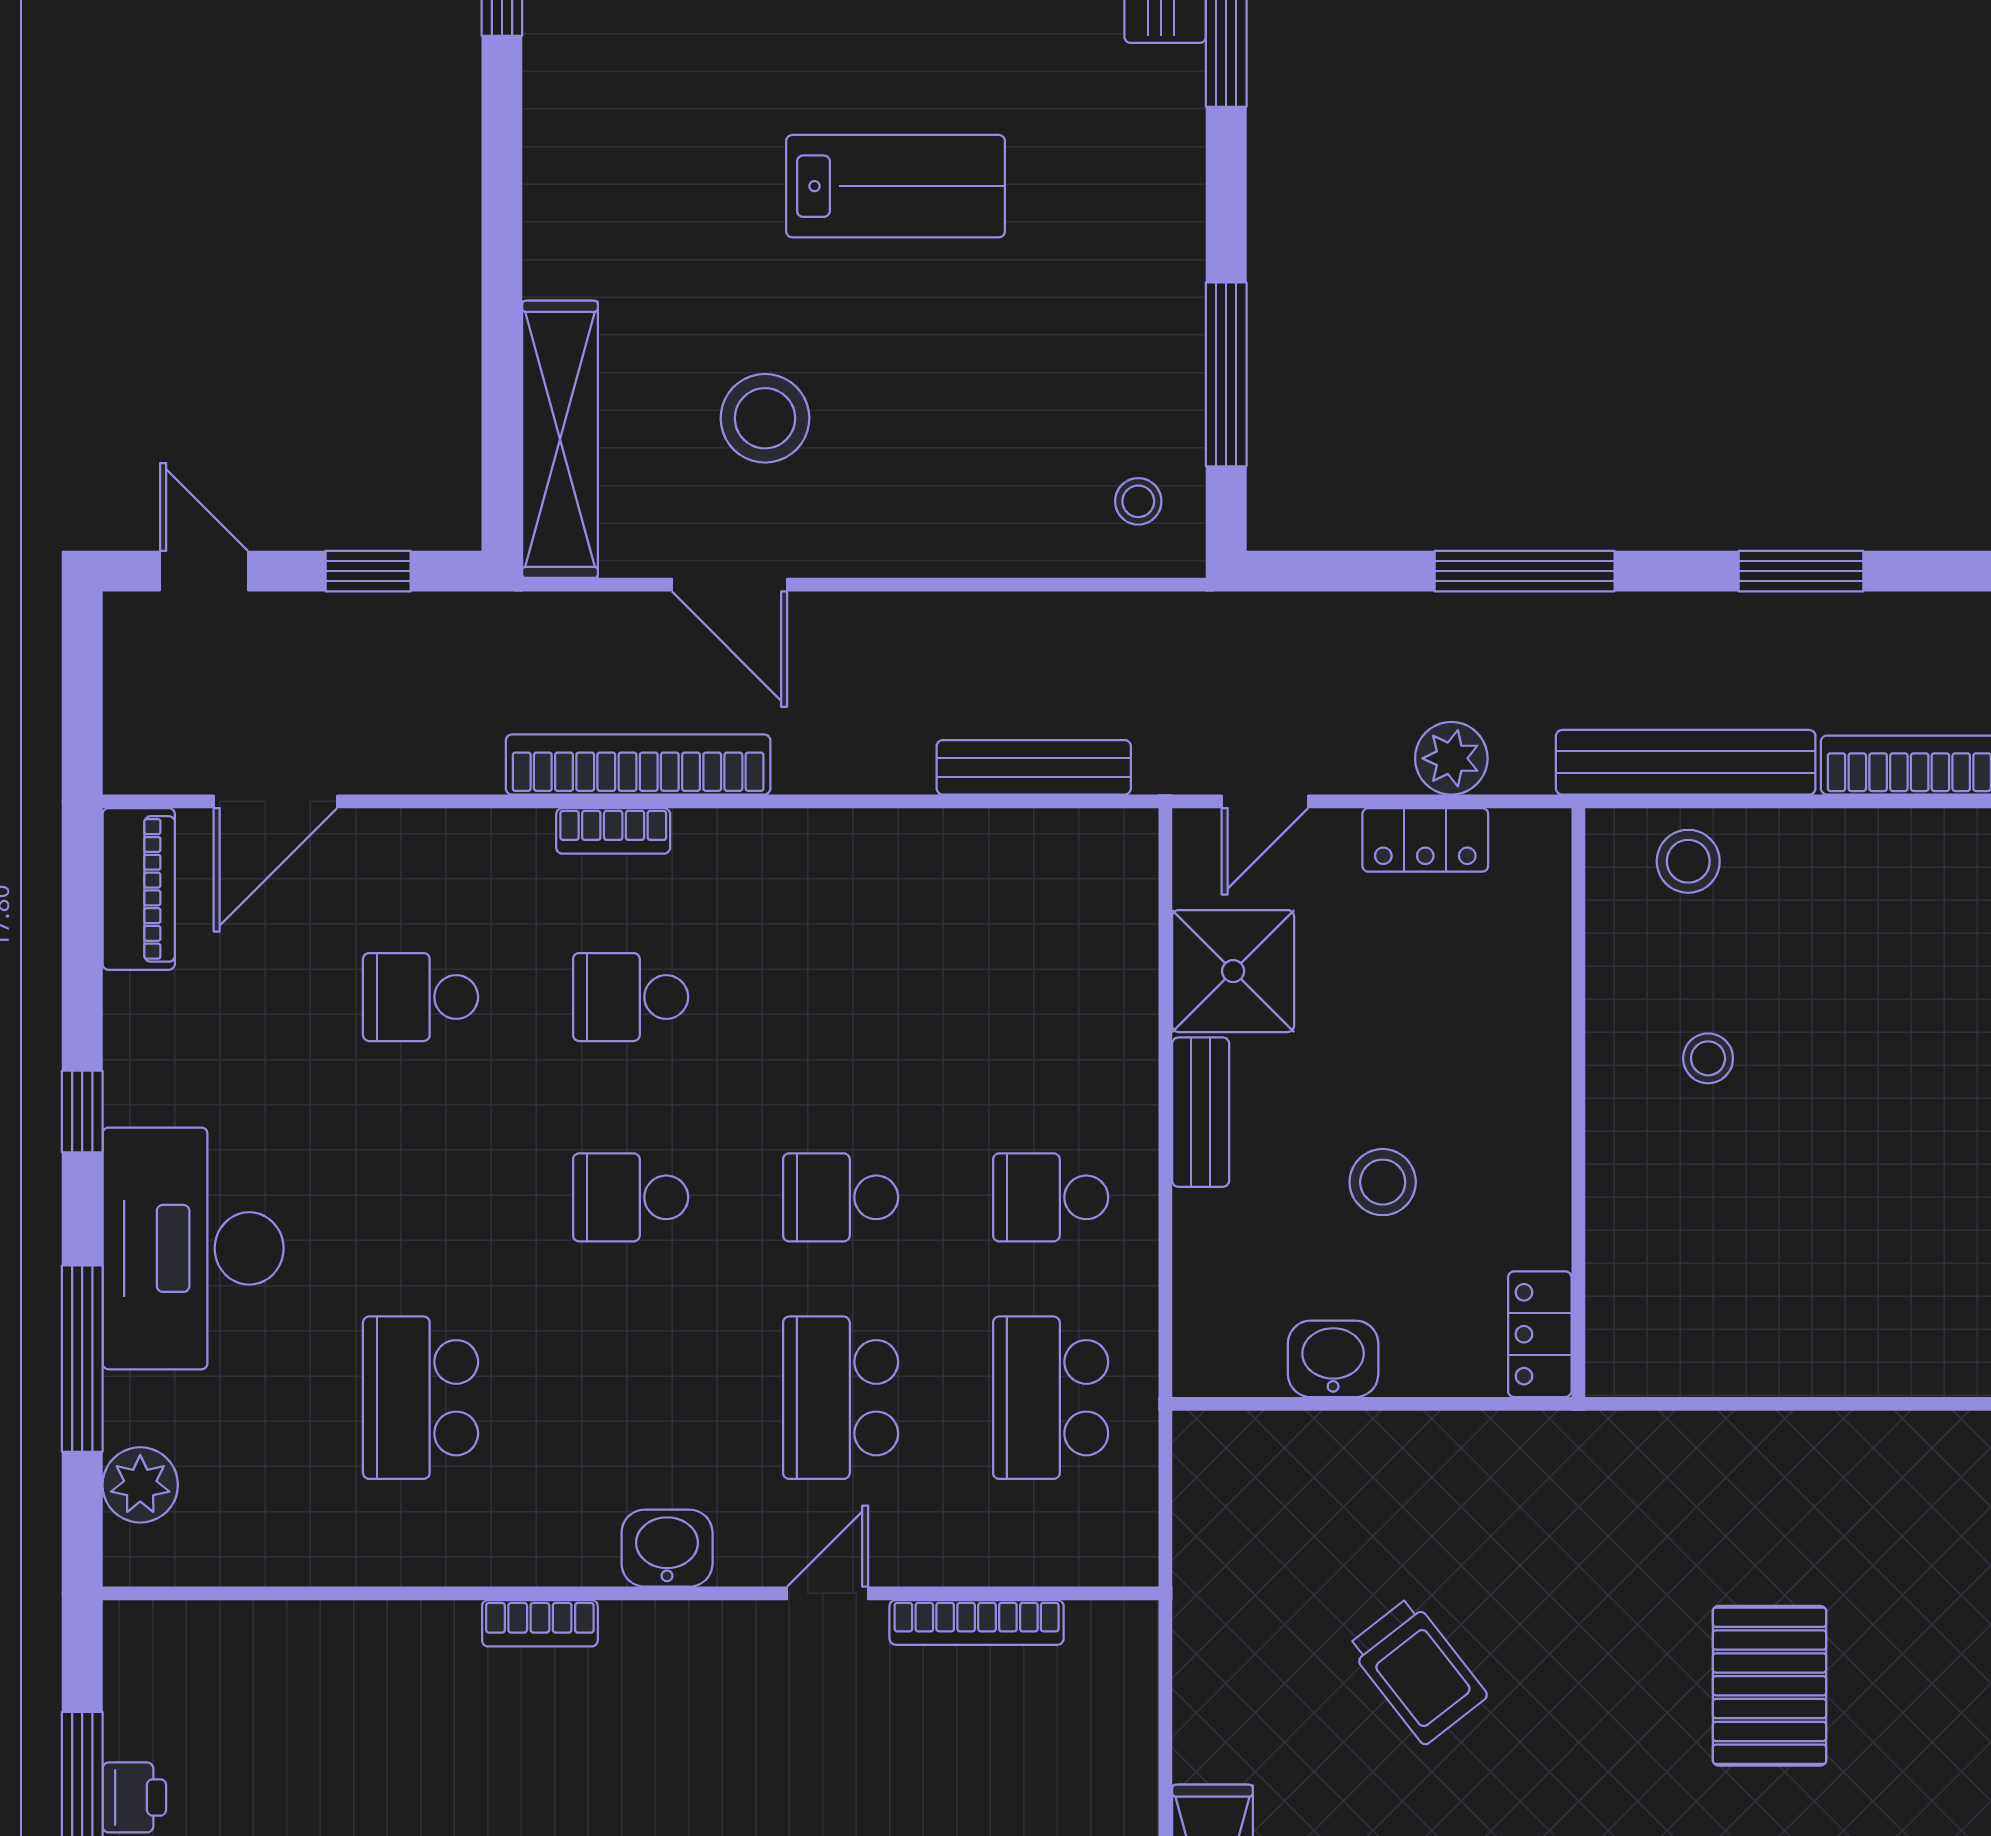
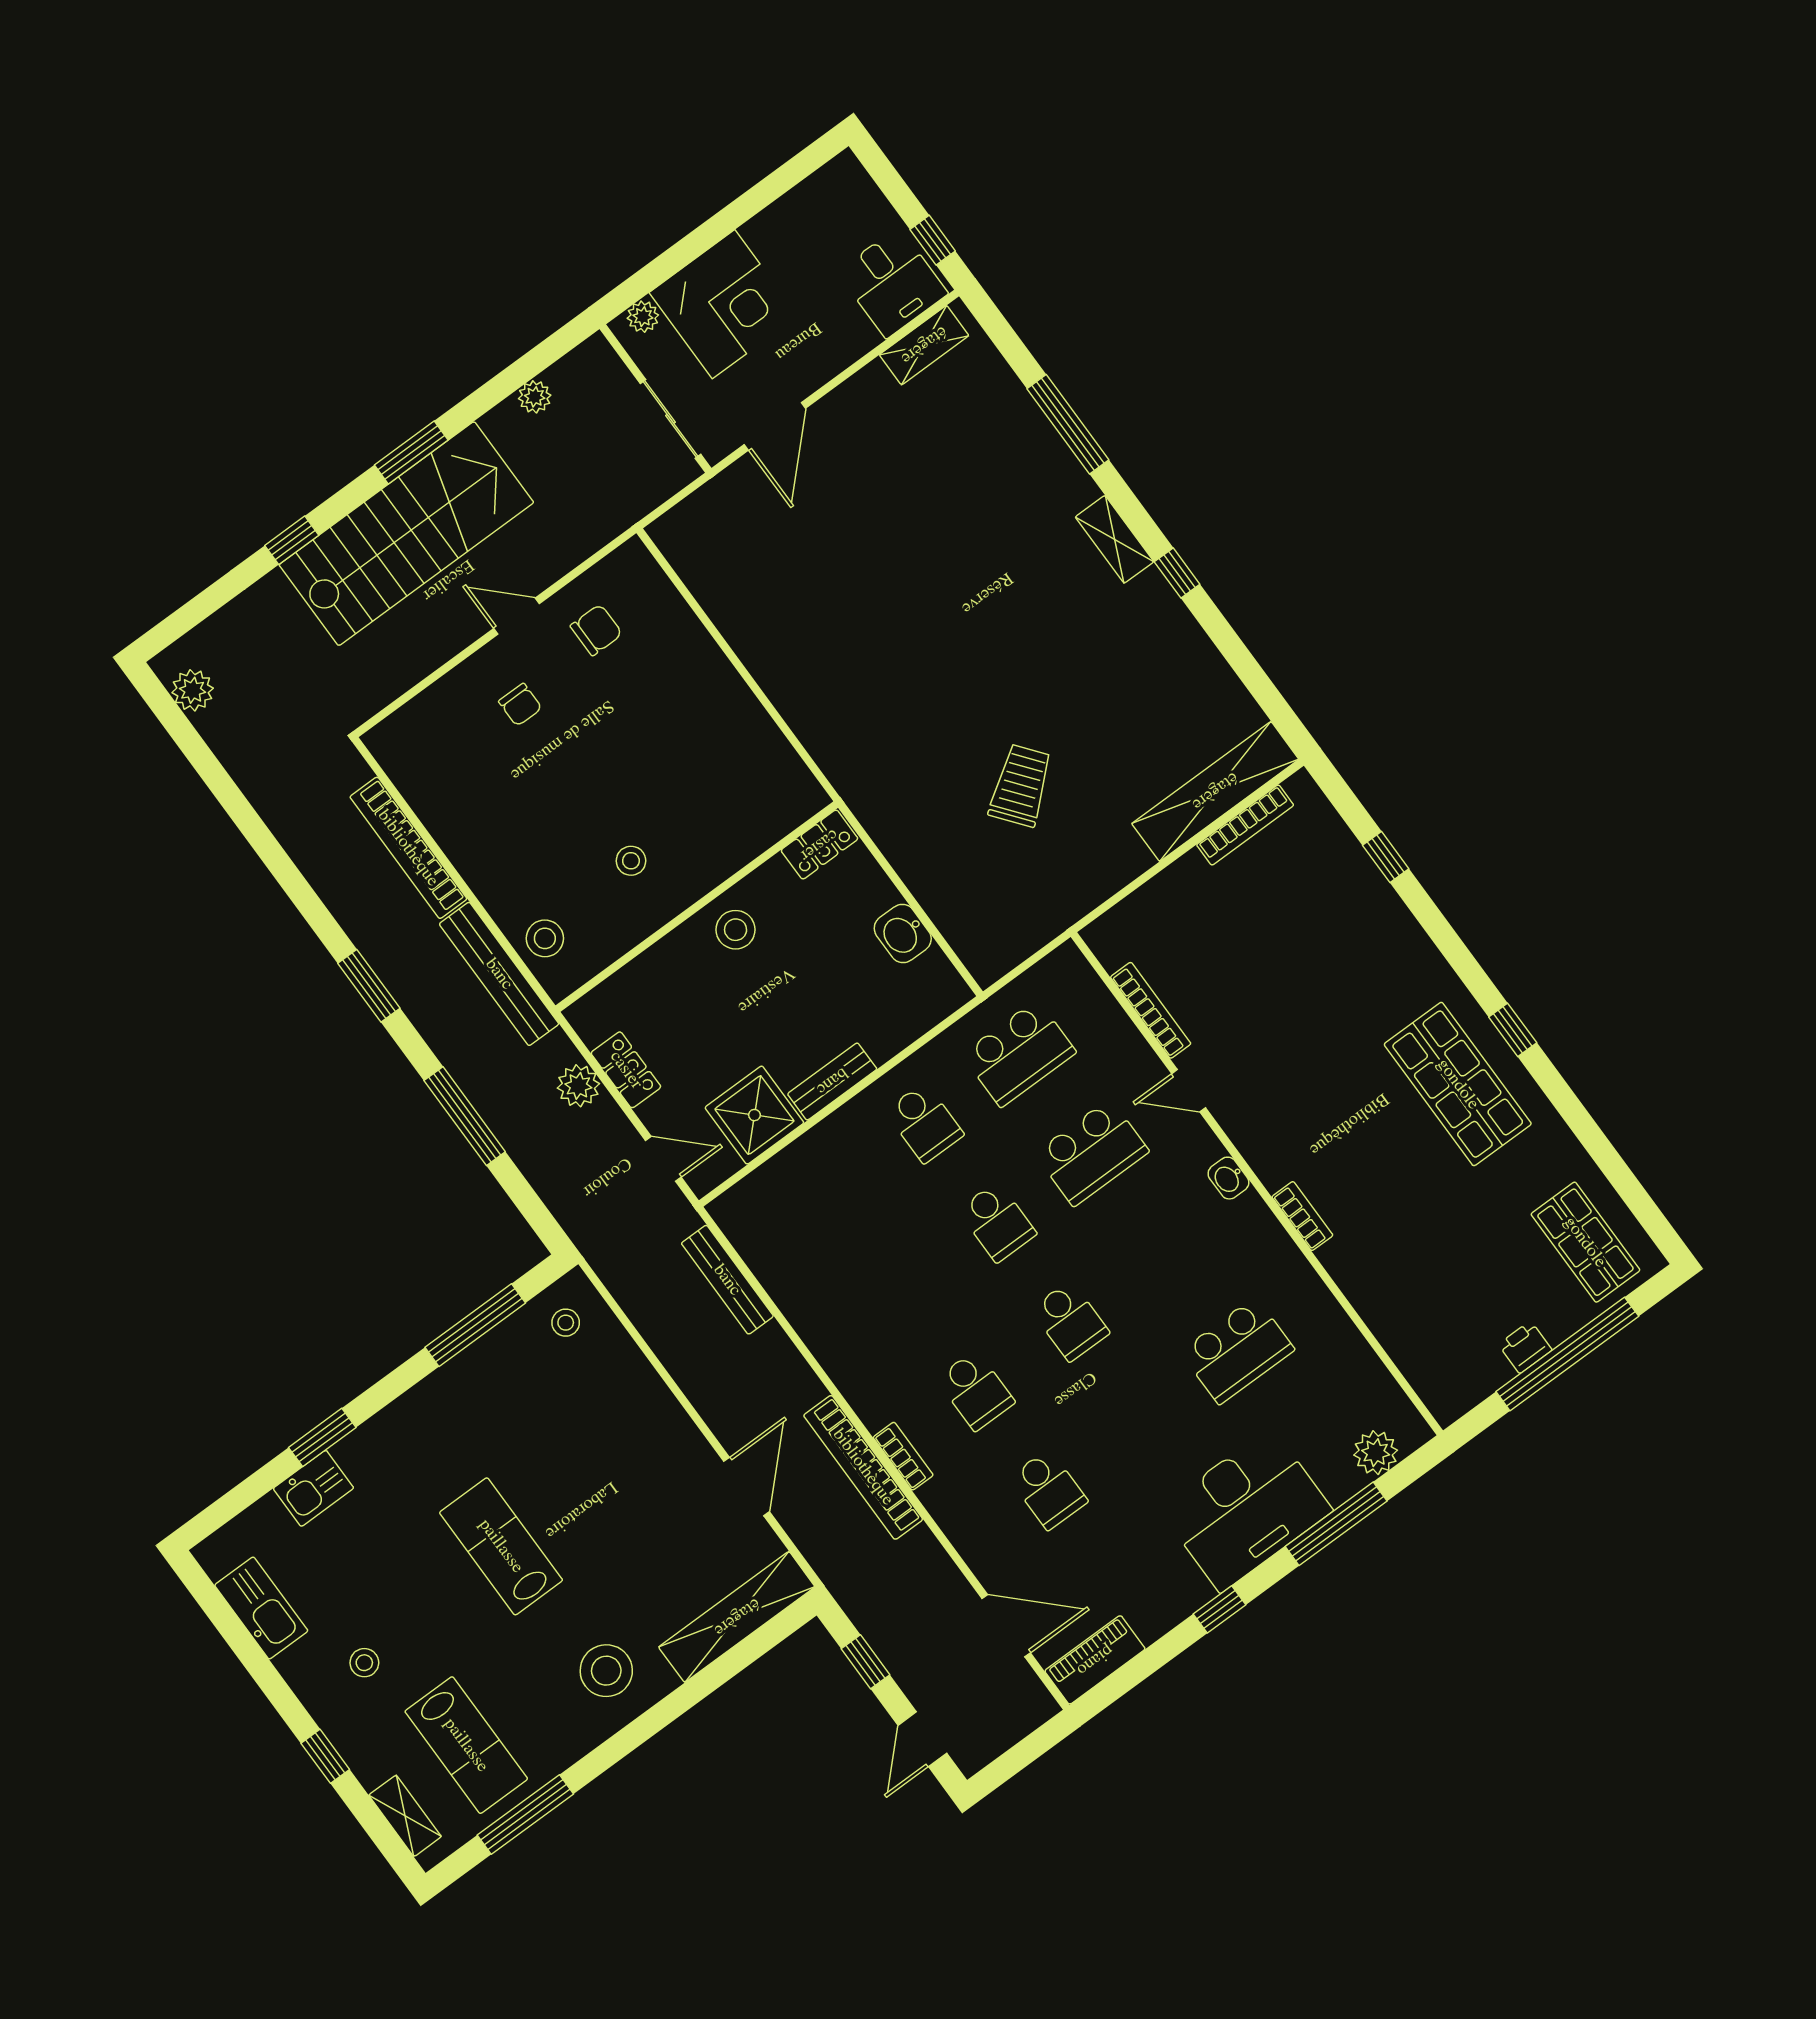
stool: (765, 418) -> (606, 1671), moved
stool: (1383, 1182) -> (736, 930), moved
washbasin: (667, 1548) -> (1228, 1178), width x0.72, depth x0.69
pallet: (1770, 1686) -> (906, 614), removed

